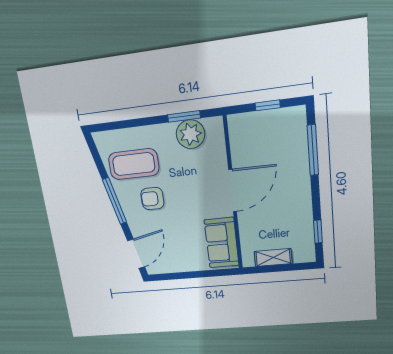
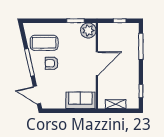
plant: (191, 134) -> (88, 30), moved
sofa: (222, 243) -> (80, 100), moved, turned 90
door: (136, 254) -> (37, 95), swing flipped

